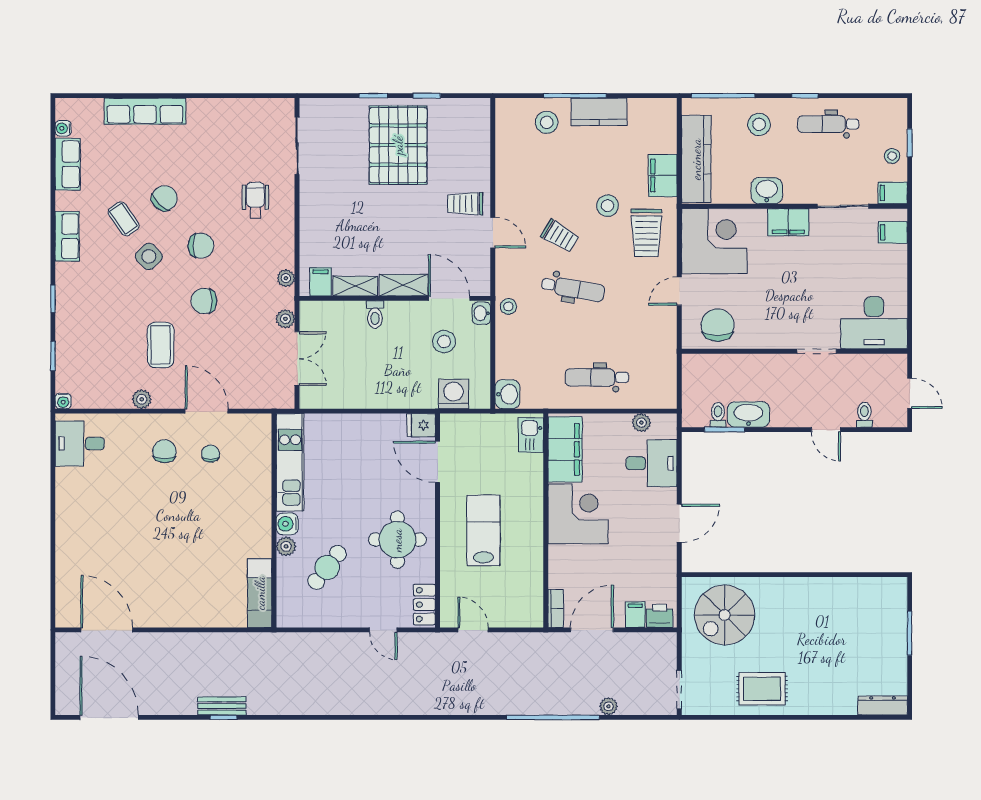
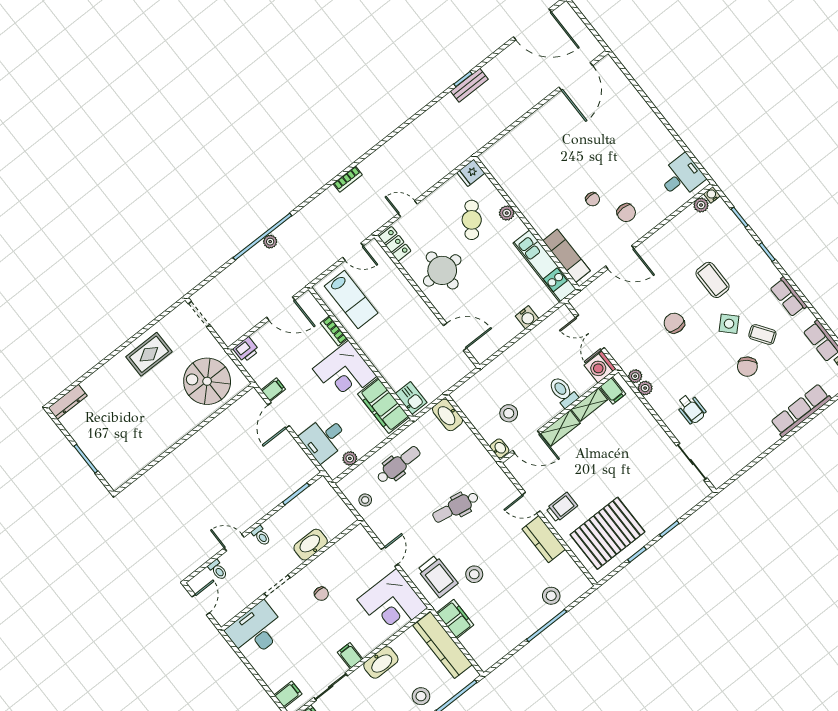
kitchen counter: (599, 112) -> (544, 539), moved, turned -90
pallet: (398, 145) -> (607, 533), moved, turned 90
washbasin: (767, 191) -> (381, 662), width x1.38
filing cabinet: (788, 222) -> (350, 656), width x0.50
trolley: (646, 233) -> (438, 576), turned 180
trolley: (560, 236) -> (489, 533), removed
chair: (201, 246) -> (703, 355), removed
chair: (204, 301) -> (674, 323), turned -90
stool: (508, 306) -> (365, 500), moved
toilet: (375, 315) -> (563, 392), width x1.37, depth x1.39
plant: (285, 319) -> (645, 388), moved
chair: (718, 325) -> (321, 594), moved, width x0.54, depth x0.54
coffee table: (161, 345) -> (713, 280), moved
door: (910, 393) -> (201, 605), swing flipped
washing machine: (454, 394) -> (600, 367), moved, turned 90
washbasin: (507, 394) -> (448, 415), width x1.38
plant: (142, 399) -> (701, 205), moved
washbasin: (748, 414) -> (311, 545), moved, turned 180
toilet: (718, 415) -> (261, 536), moved
fridge: (421, 425) -> (471, 173), moved, turned 180
chair: (211, 454) -> (593, 199), moved
water cooler: (287, 524) -> (527, 317), moved, turned 90
lab bench: (483, 530) -> (351, 300), moved
exam couch: (260, 593) -> (566, 256), moved
bookcase: (556, 608) -> (334, 331), moved
filing cabinet: (635, 615) -> (273, 390), moved, turned -90
spiral stairs: (725, 615) -> (207, 381), turned -90
door: (107, 630) -> (576, 76), hinge flipped
door: (592, 630) -> (281, 309), hinge flipped
plant: (609, 706) -> (270, 242), moved
bookcase: (421, 708) -> (348, 179), added

